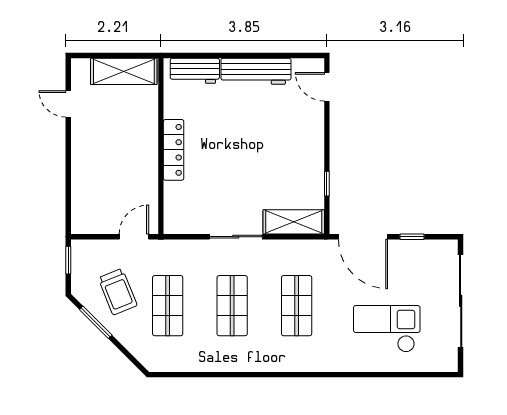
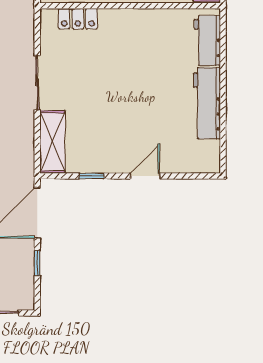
door: (327, 87) -> (145, 176), moved
locker: (174, 150) -> (78, 19), moved, width x0.66

